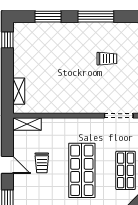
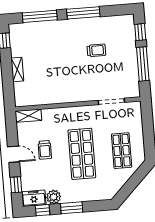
window: (48, 17) -> (40, 16), width x1.44
shelving: (19, 91) -> (17, 70), moved

